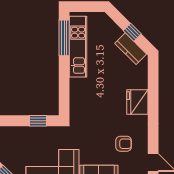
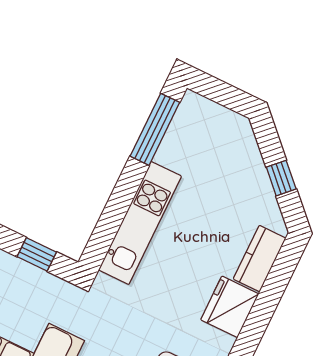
kitchen unit: (78, 47) -> (140, 223), moved
kitchen counter: (131, 49) -> (260, 259), moved, turned 45

